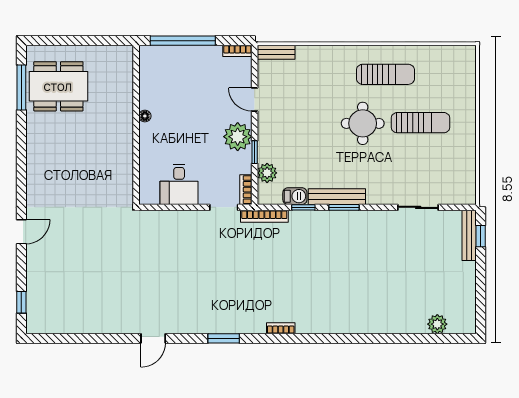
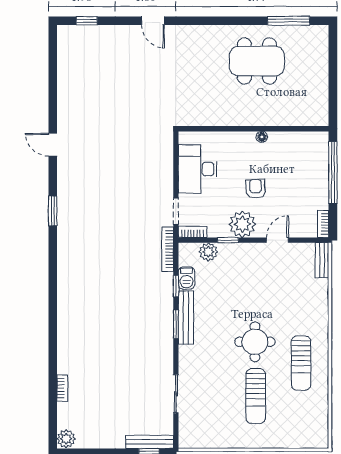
dining table: (58, 86) -> (257, 61), moved, turned 90
armchair: (200, 123) -> (256, 189), added
desk: (179, 184) -> (198, 169), width x1.37
plant: (437, 324) -> (66, 439), moved
bookcase: (281, 328) -> (62, 388), moved

